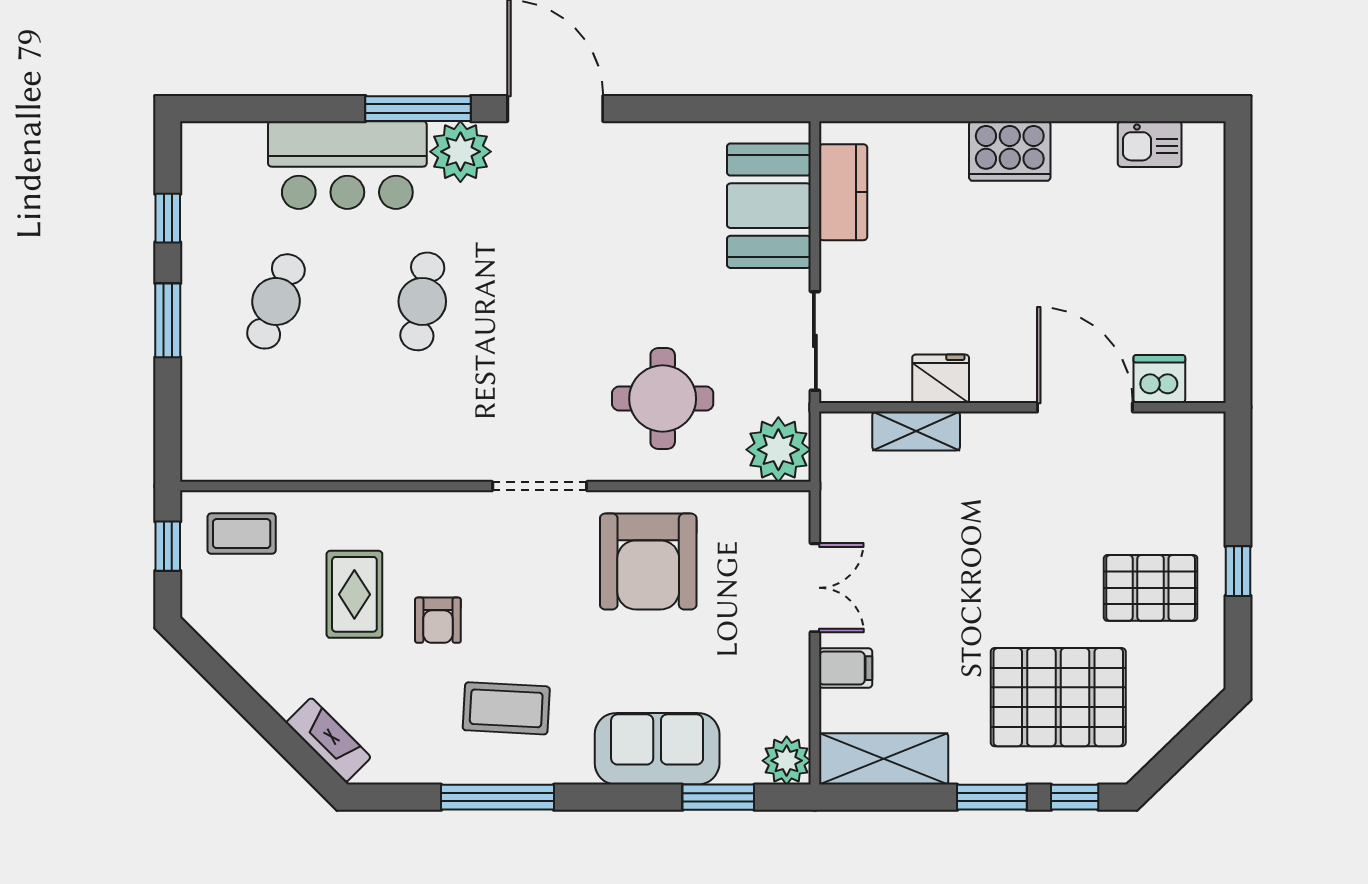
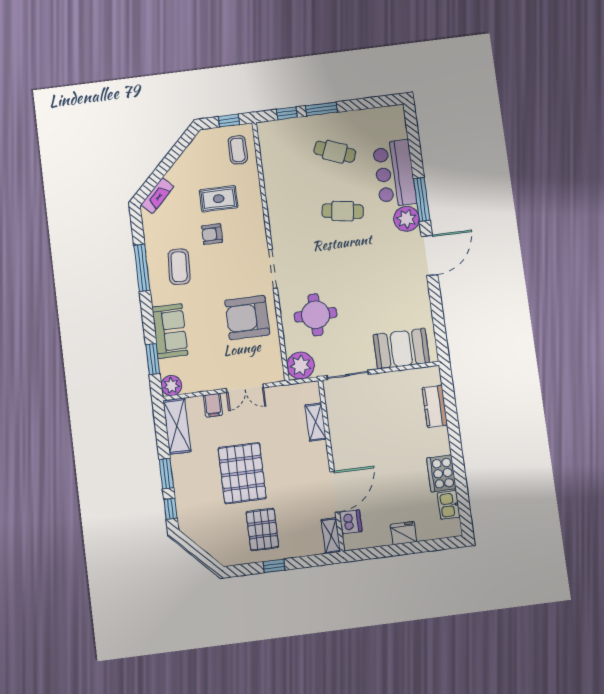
cooker: (1010, 151) -> (441, 473), moved
kitchen counter: (843, 192) -> (435, 406), moved, turned 90
window: (168, 218) -> (287, 113), moved
fridge: (941, 379) -> (403, 533), moved, turned -90
shelving: (1185, 430) -> (331, 536), added
pallet: (1058, 697) -> (242, 473), moved

